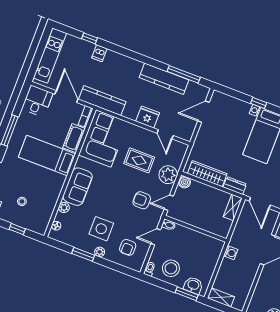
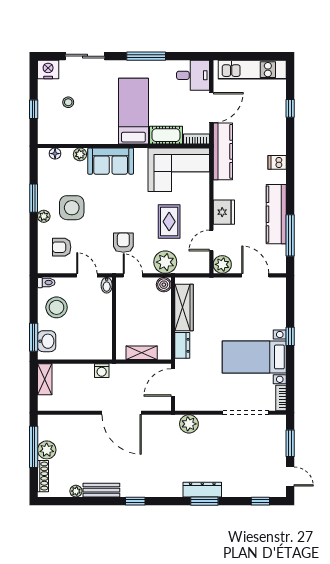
dishwasher: (99, 53) -> (277, 162), moved
plant: (186, 133) -> (222, 264), added
shelving: (233, 207) -> (142, 353), moved

